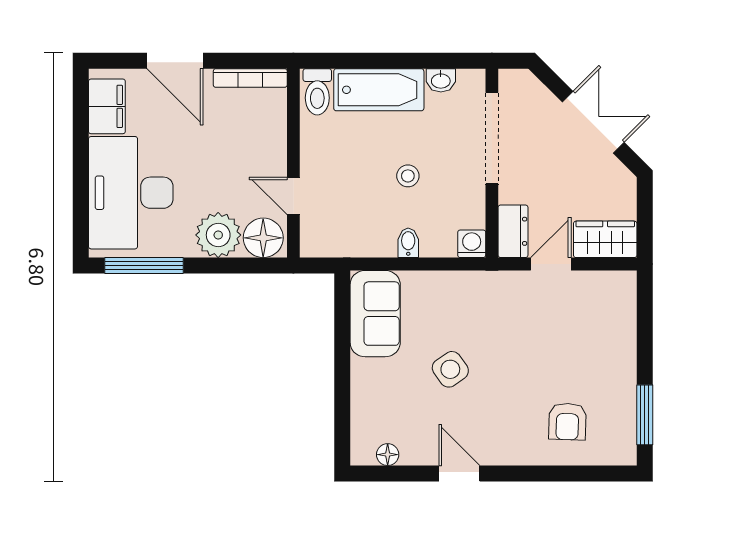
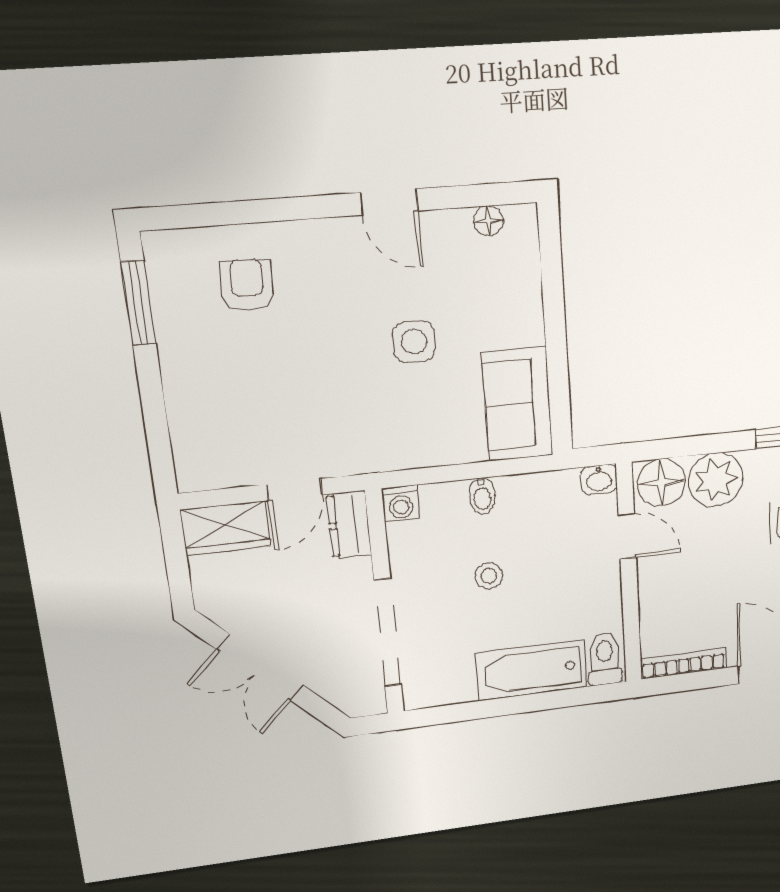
washbasin: (441, 80) -> (599, 480), moved, turned 180
side table: (450, 369) -> (414, 342), turned 35

